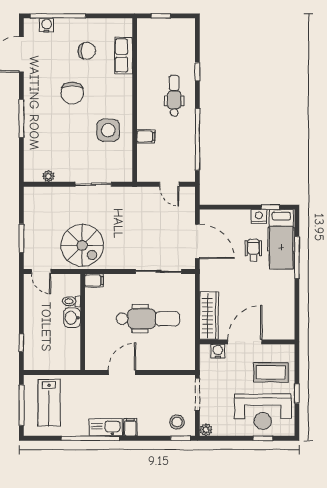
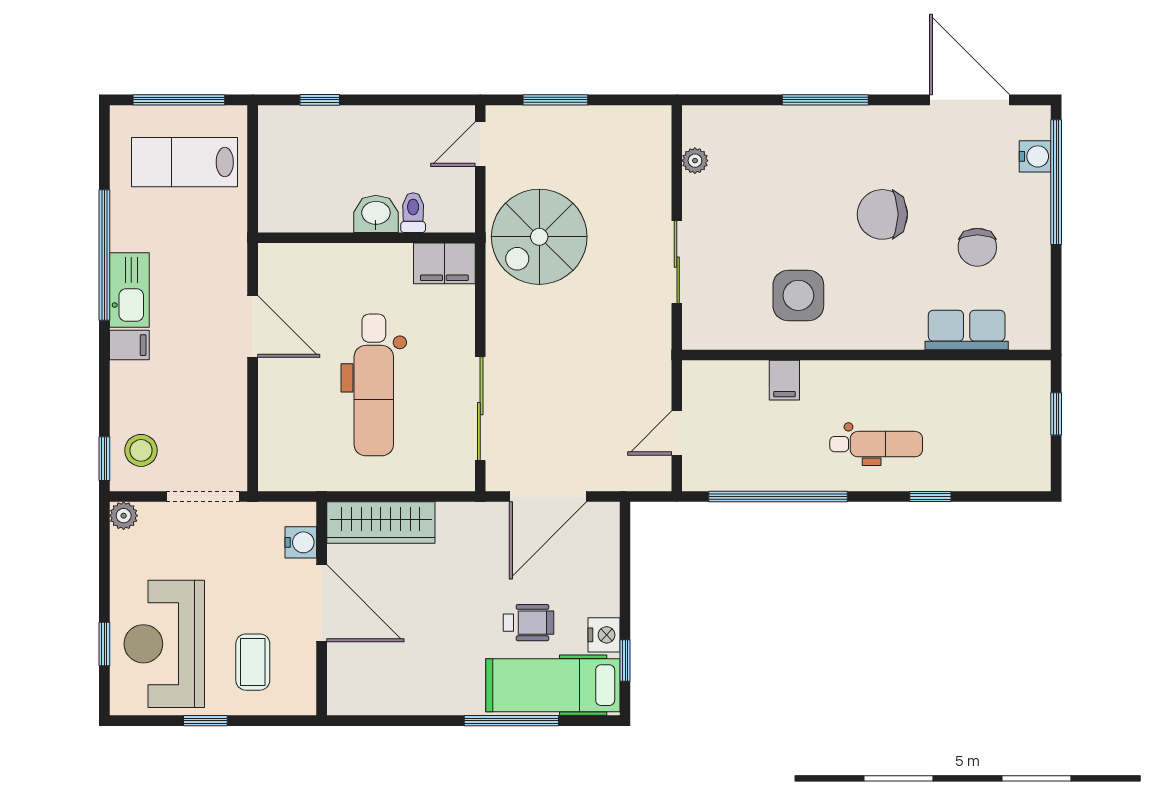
filing cabinet: (94, 281) -> (444, 263), width x2.00
coffee table: (271, 372) -> (253, 662), width x0.73, depth x0.77

